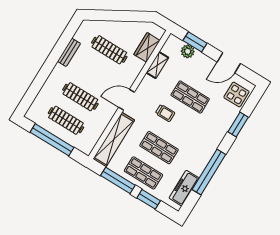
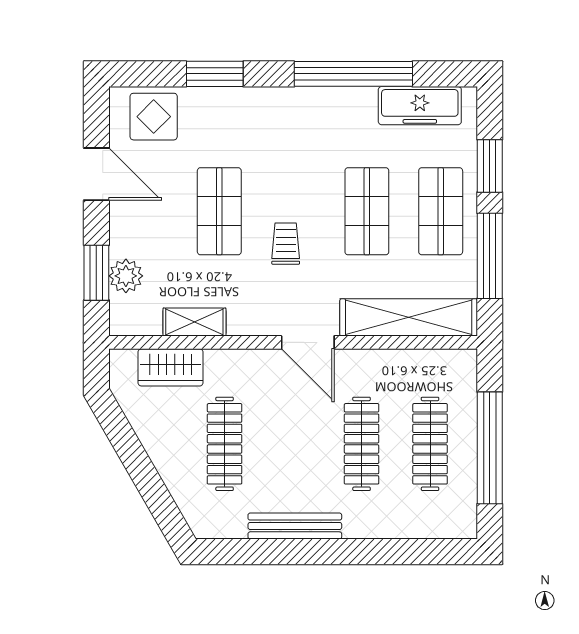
bench: (69, 52) -> (295, 526), width x1.36

